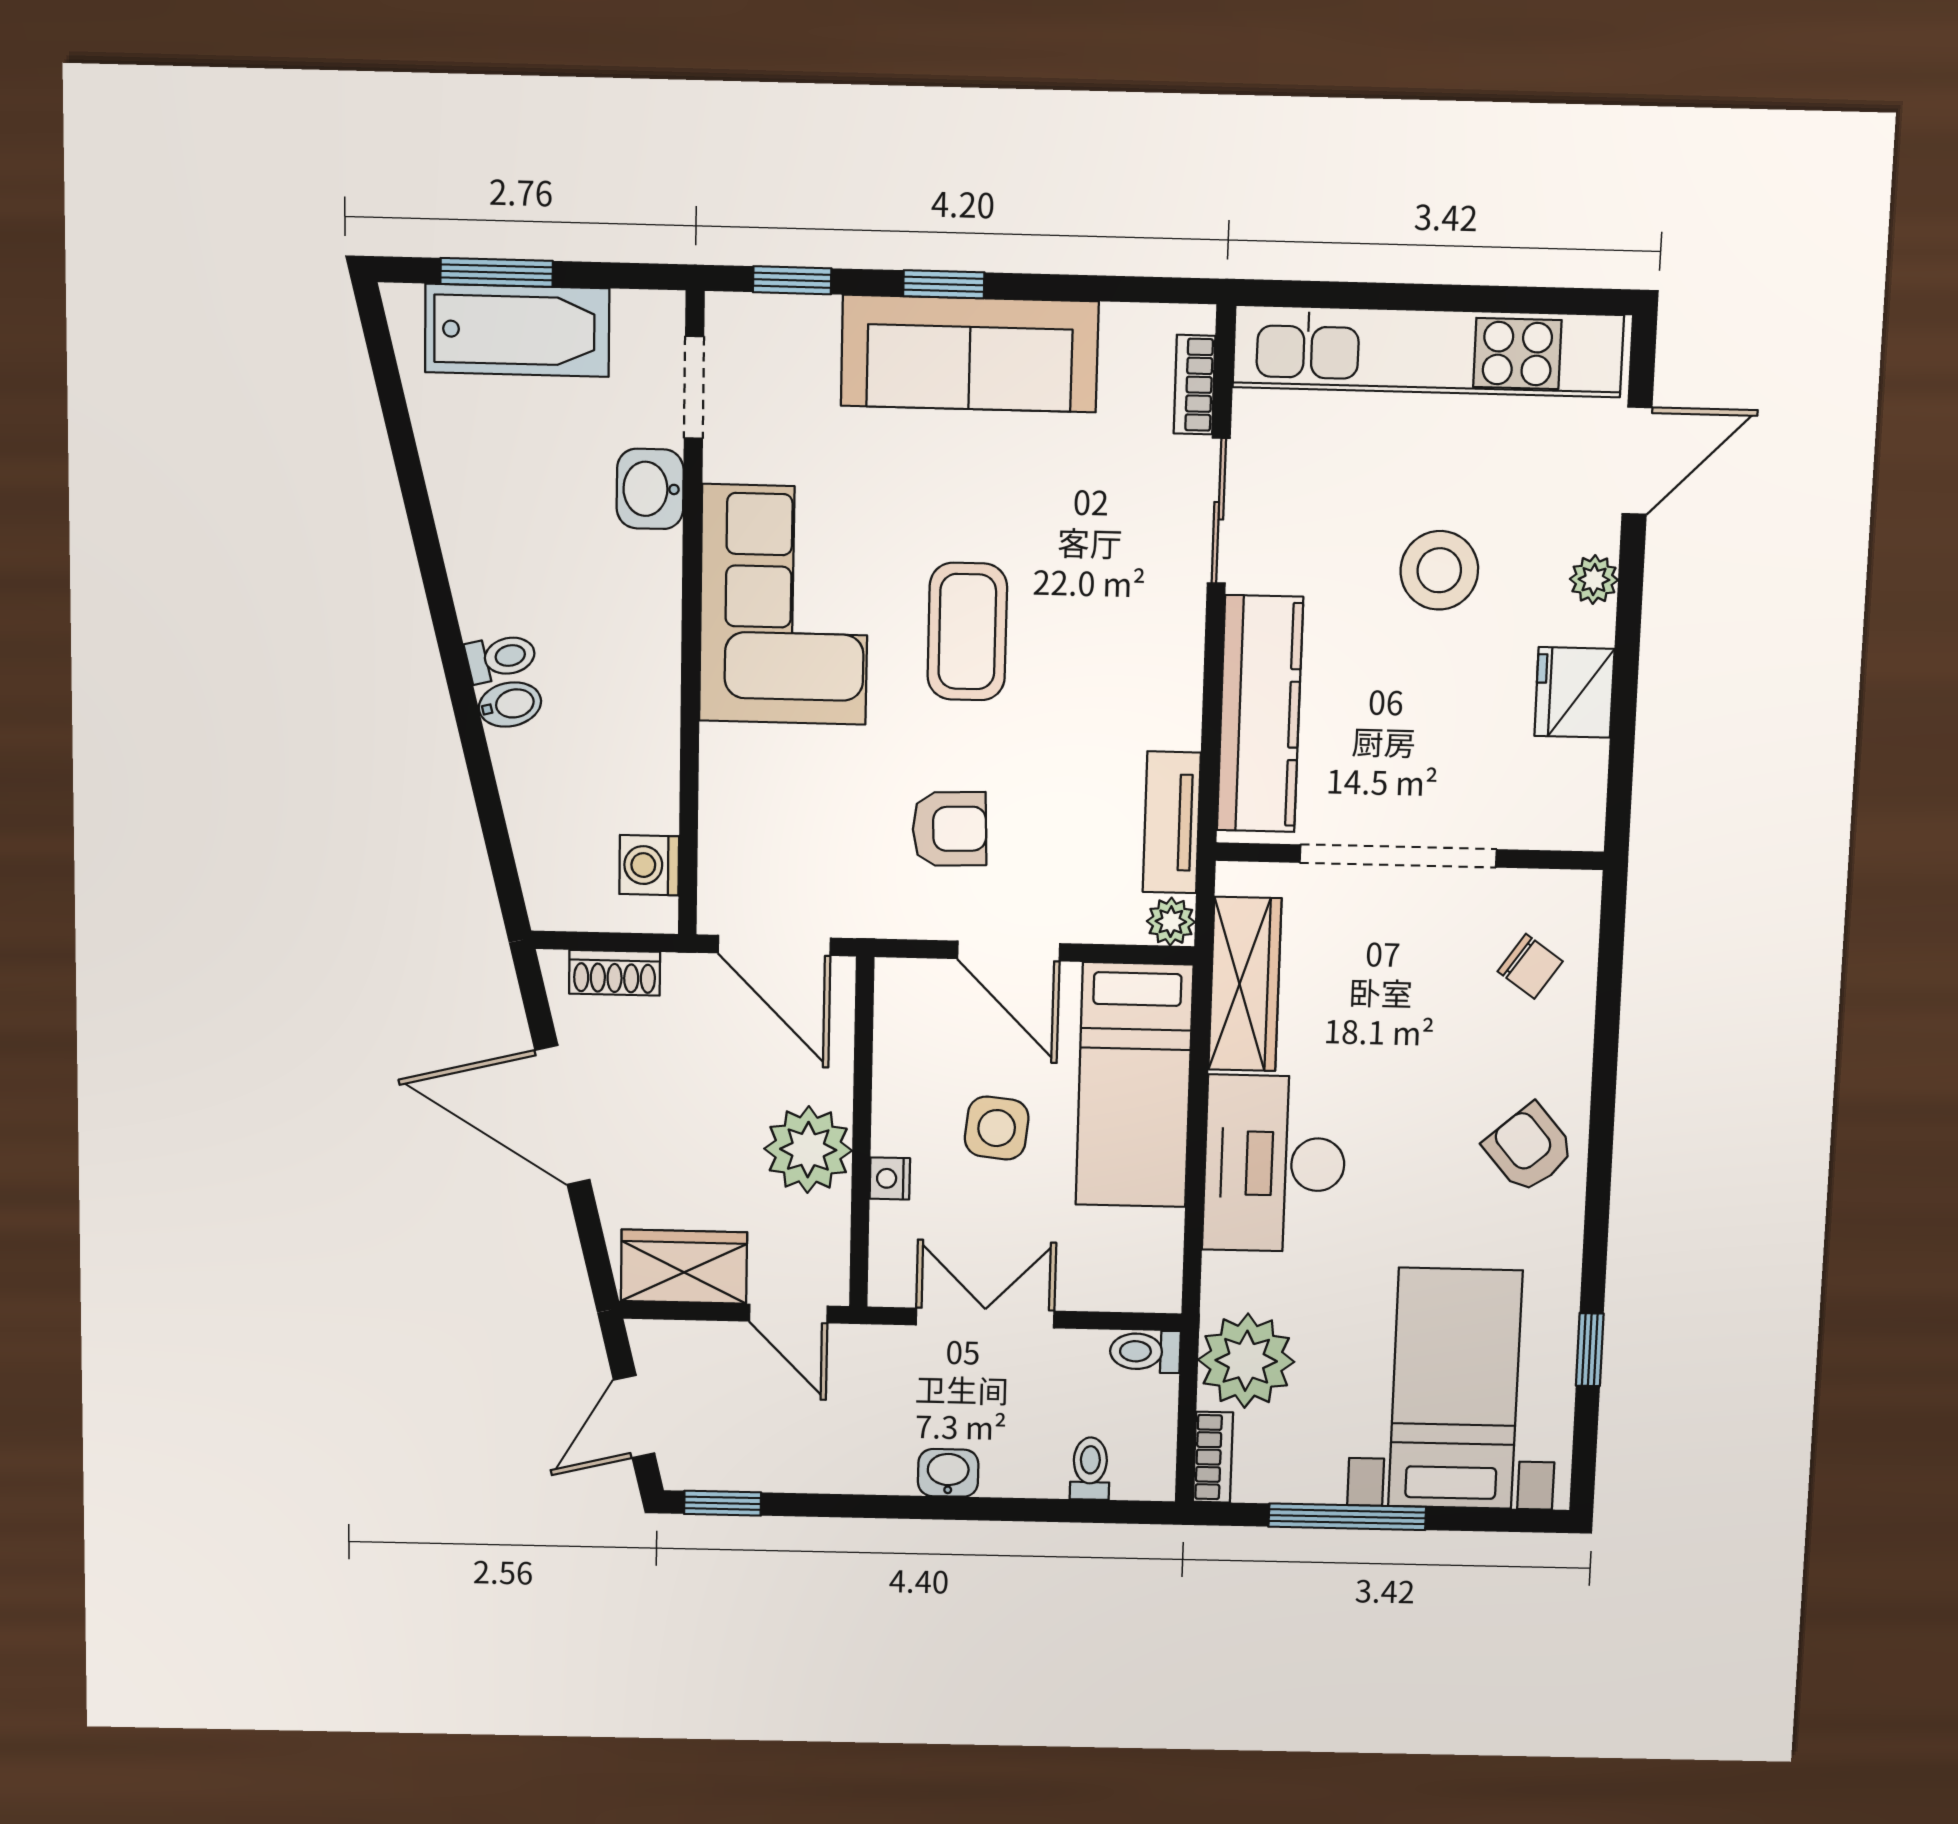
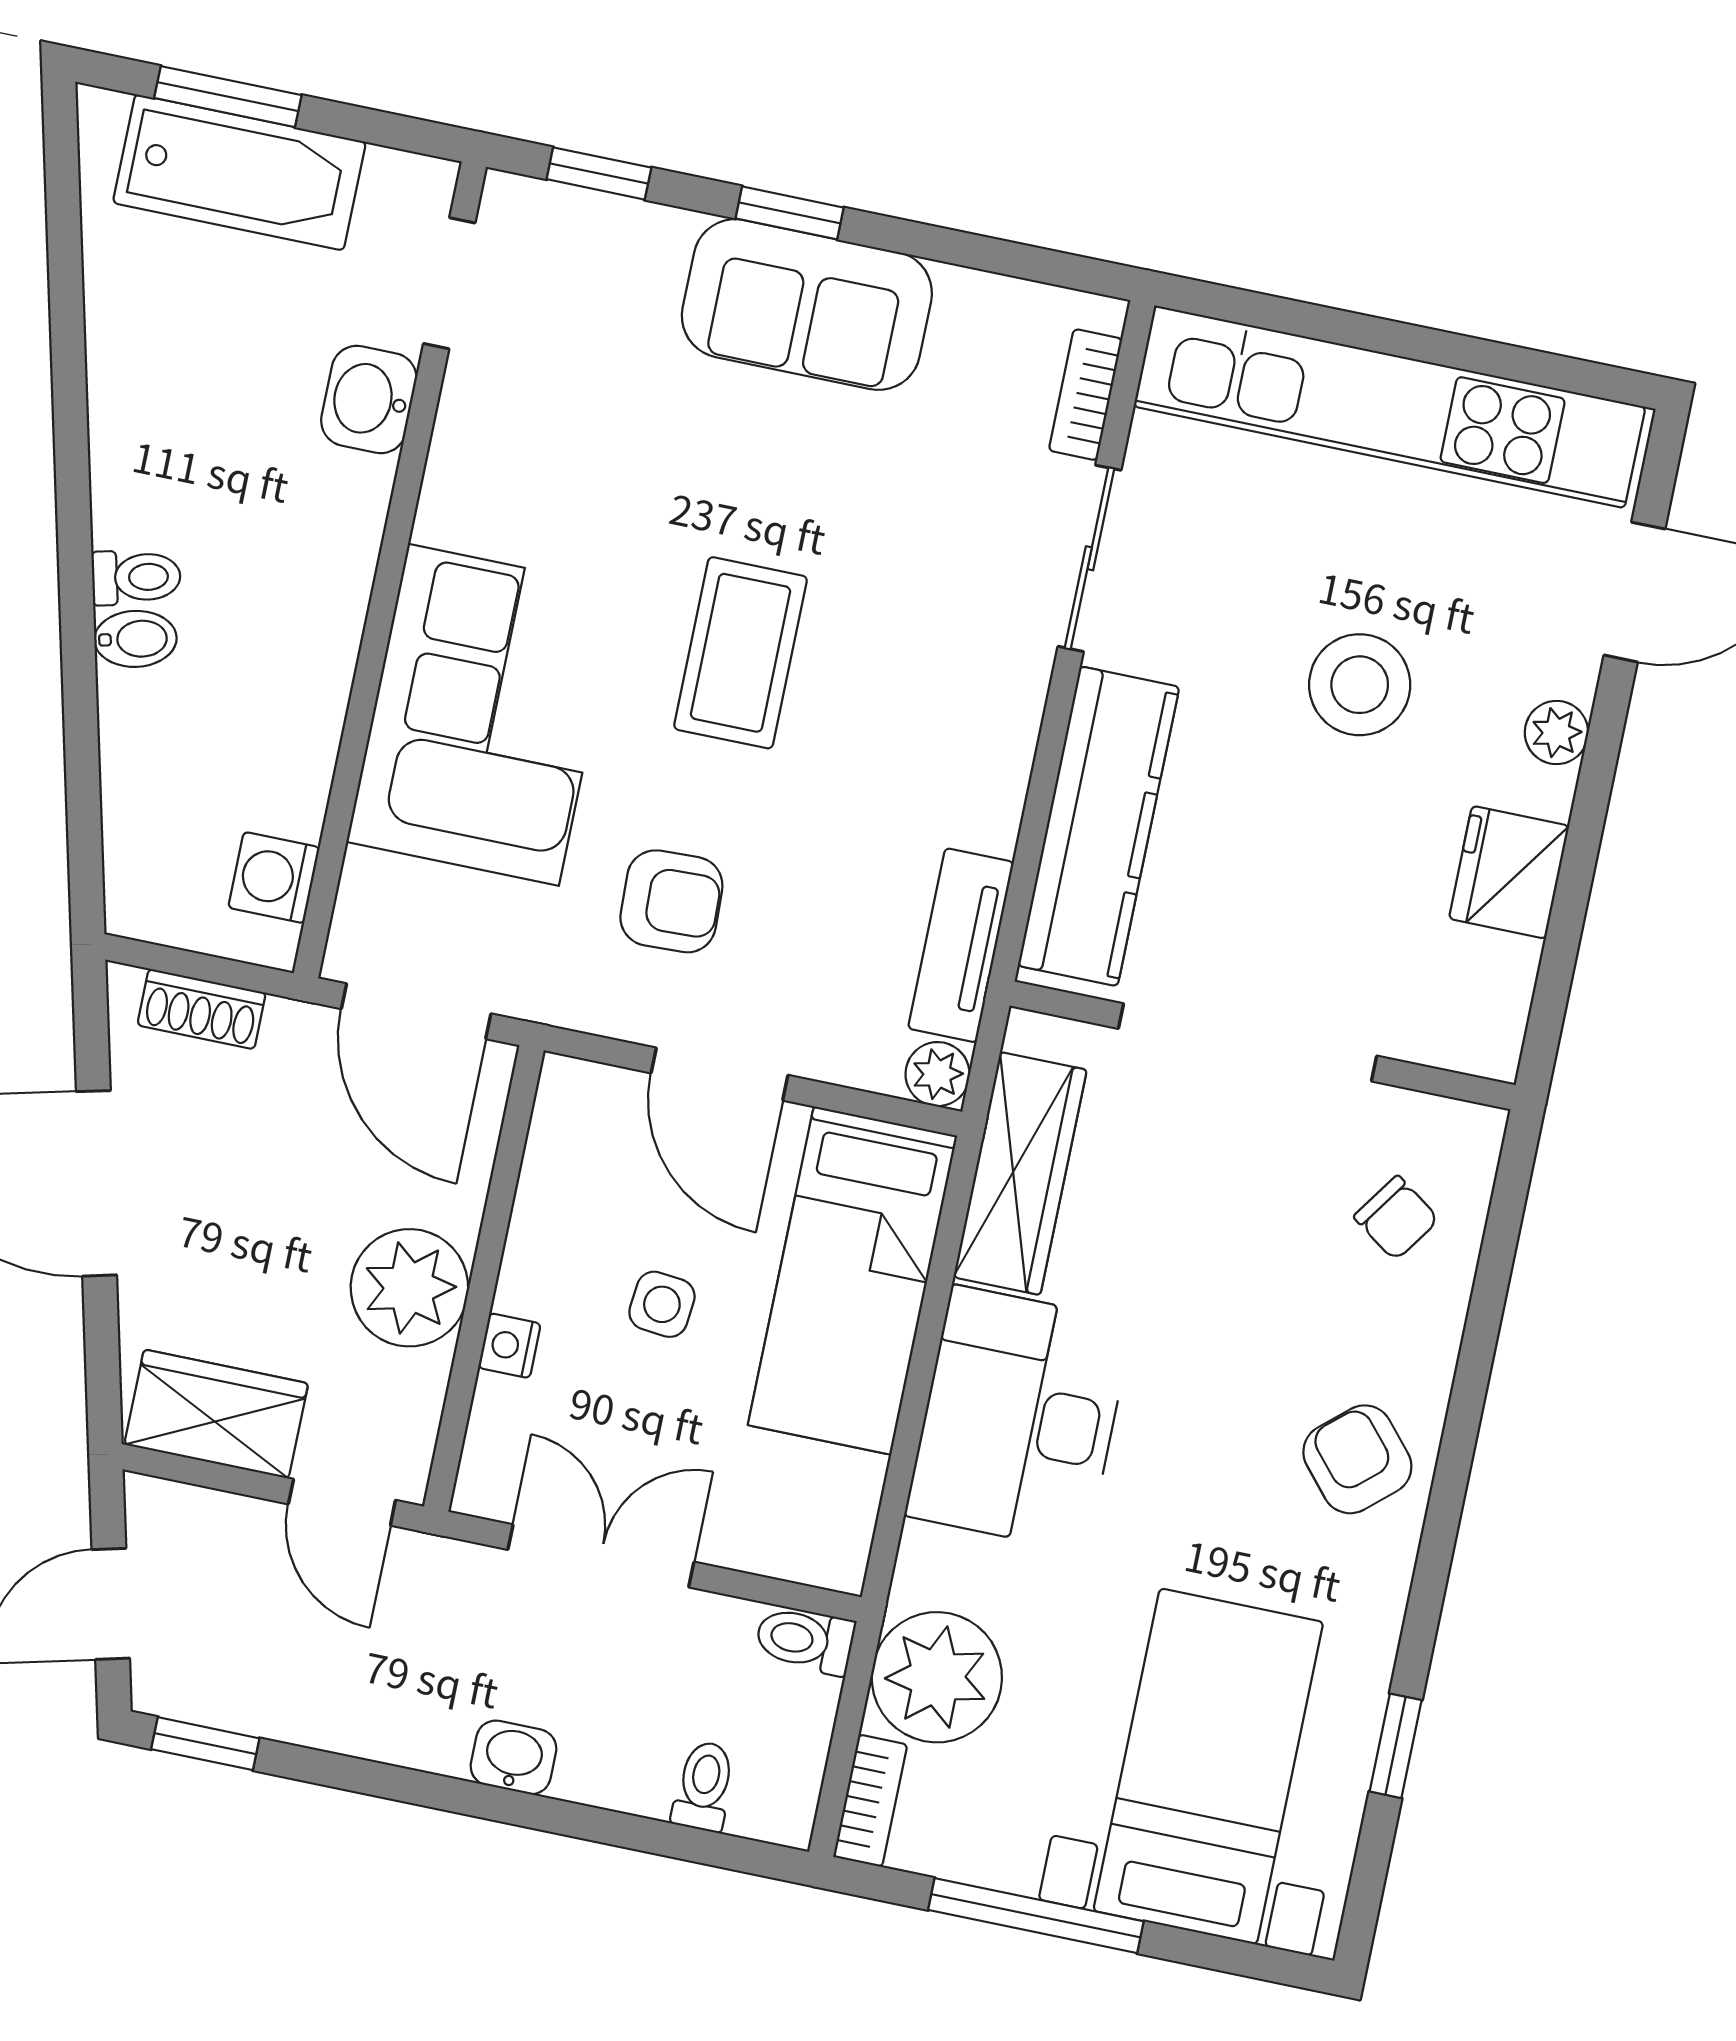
sofa: (970, 354) -> (807, 305), width x0.73
corner sofa: (784, 605) -> (483, 715), moved
side table: (997, 1128) -> (662, 1304), width x0.73, depth x0.73

